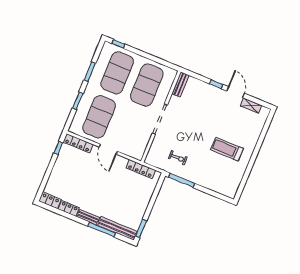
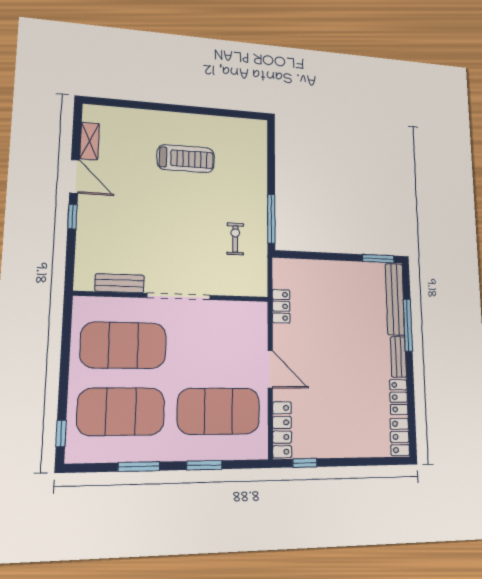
bench: (180, 84) -> (120, 283), moved
door: (236, 92) -> (74, 176), swing flipped
door: (108, 149) -> (270, 369), hinge flipped
treadmill: (227, 149) -> (186, 159), turned -90
locker: (141, 169) -> (281, 306), width x0.66

